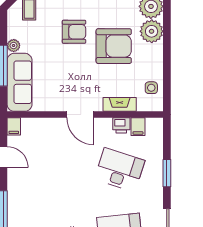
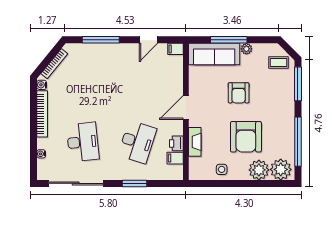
armchair: (74, 32) -> (239, 93), moved
side table: (151, 88) -> (222, 169), moved

